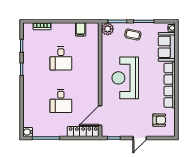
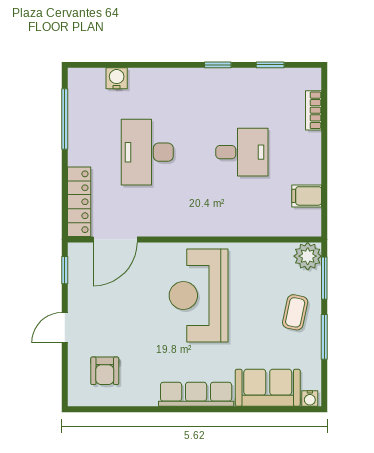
desk: (61, 58) -> (242, 152), turned 180
reception desk: (125, 78) -> (199, 296), turned -90
row of seats: (170, 85) -> (196, 394), width x0.73
desk: (61, 101) -> (147, 152), width x1.37
door: (100, 115) -> (115, 239), swing flipped
water cooler: (28, 132) -> (117, 78), moved
door: (140, 138) -> (65, 328), hinge flipped

